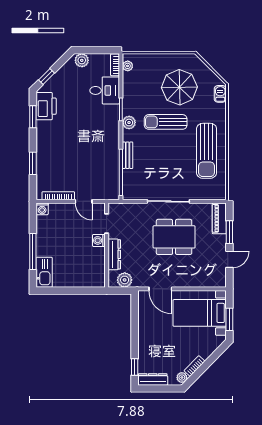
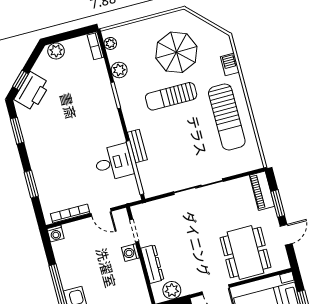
desk: (105, 90) -> (114, 163), moved
barbecue: (220, 94) -> (230, 64), moved
printer: (46, 106) -> (32, 91), moved, turned 45
plant: (129, 123) -> (119, 70), moved
dining table: (174, 237) -> (245, 253), moved, turned 90

